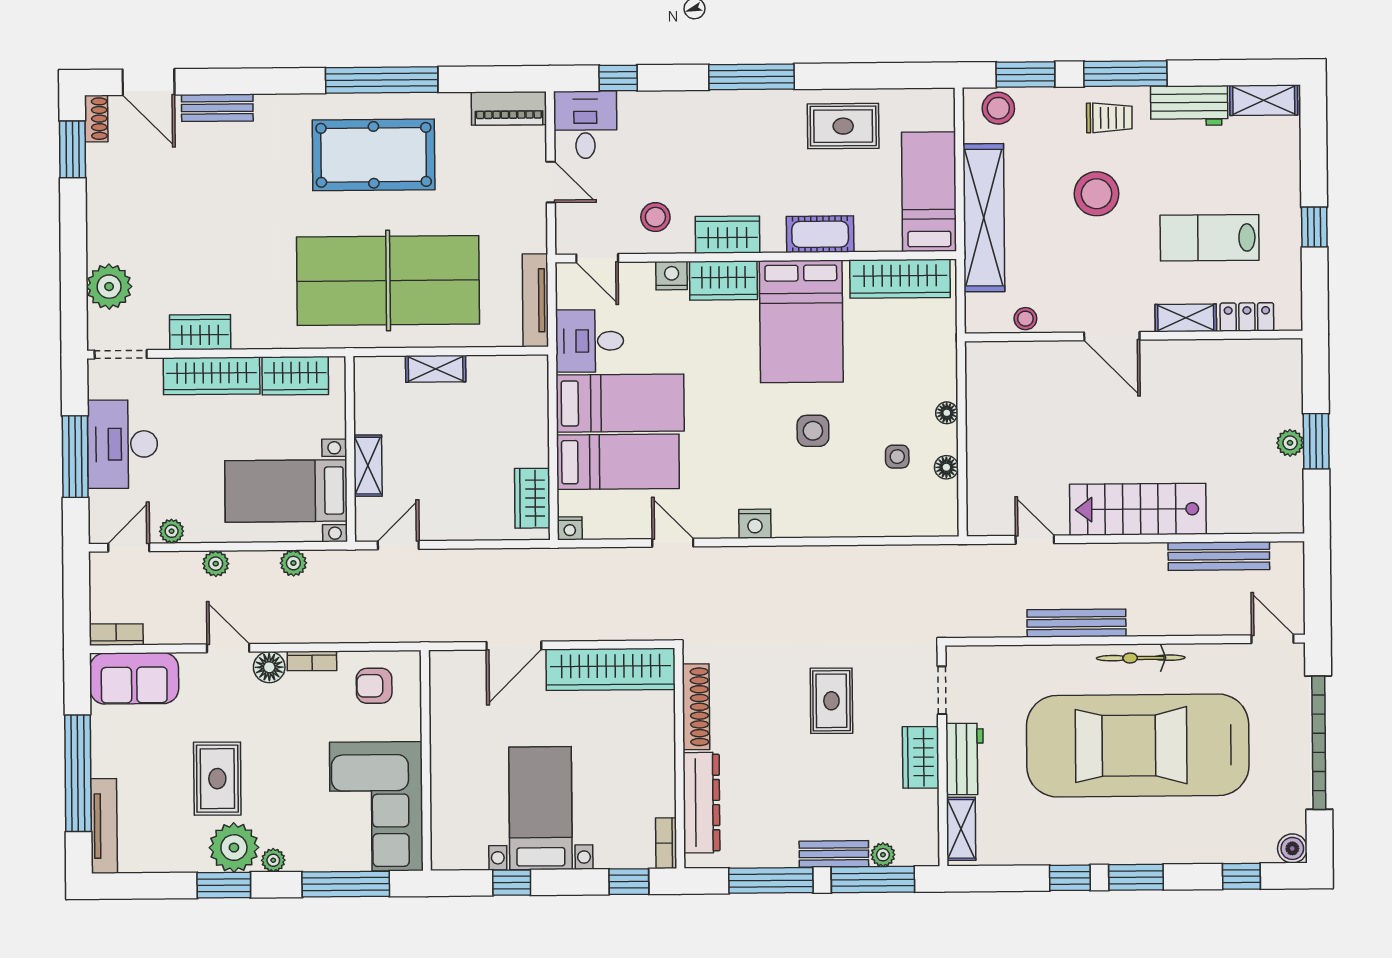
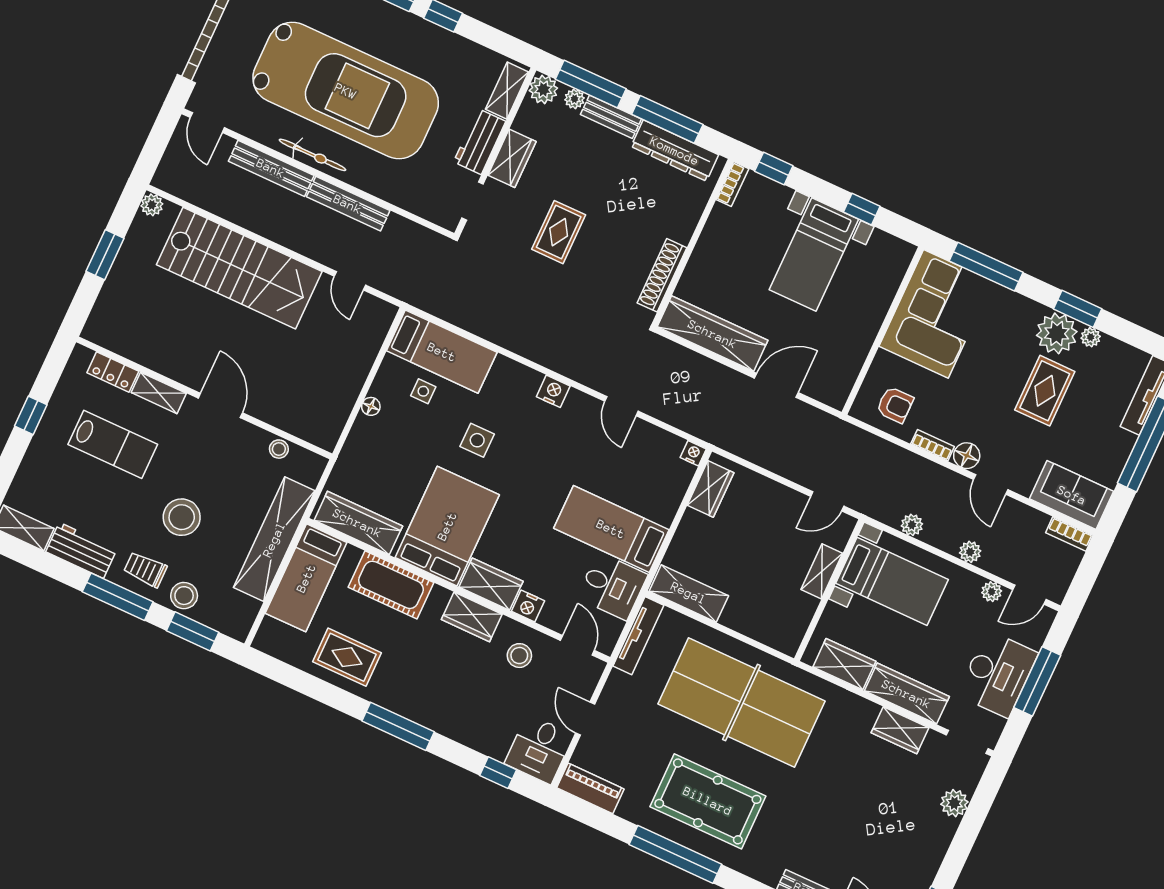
stool: (998, 108) -> (184, 596), moved
cot: (820, 234) -> (391, 585), width x1.37, depth x1.34
plant: (109, 287) -> (954, 803), width x0.73, depth x0.73
shelving: (436, 369) -> (689, 593), moved, width x1.50, depth x1.33
plant: (1290, 443) -> (152, 205), moved
bed: (618, 462) -> (442, 352), moved, turned 180
floor lamp: (946, 467) -> (390, 366), removed
stairs: (1138, 509) -> (239, 268), width x1.36, depth x1.51
bench: (1219, 556) -> (271, 168), moved
dresser: (701, 803) -> (675, 151), moved, turned -90
plant: (922, 849) -> (543, 89), added
plant: (273, 860) -> (1091, 337), moved

